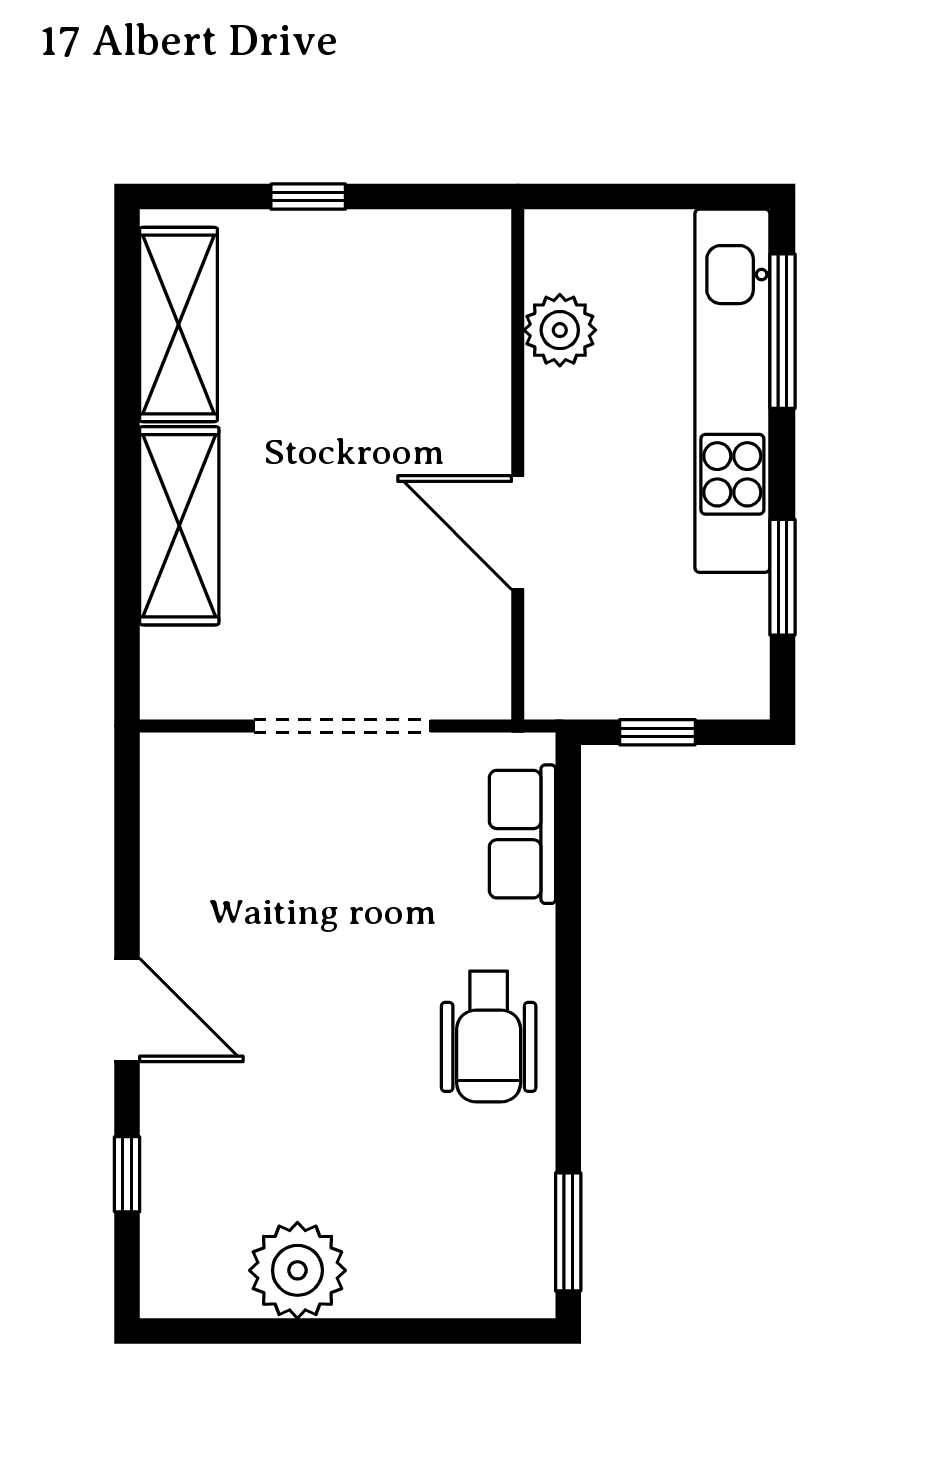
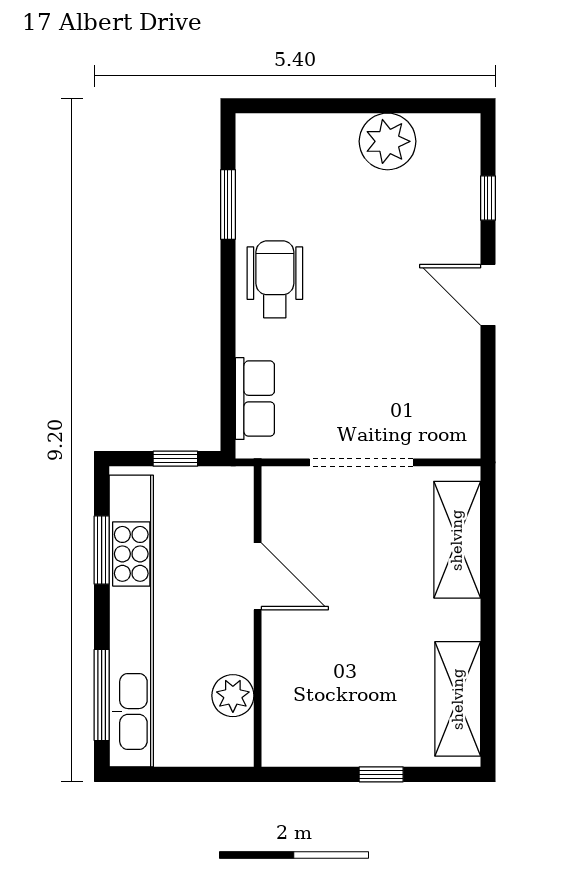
kitchen unit: (732, 391) -> (131, 621), width x1.36
shelving: (179, 526) -> (457, 540), moved
window: (568, 1232) -> (228, 204), moved

